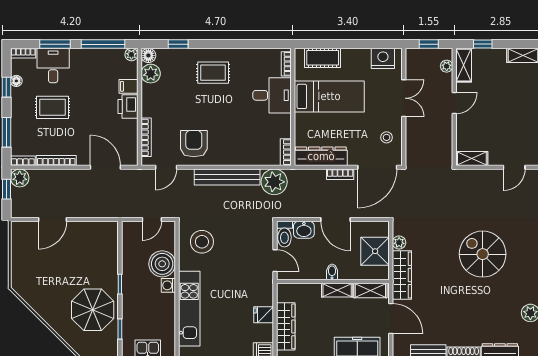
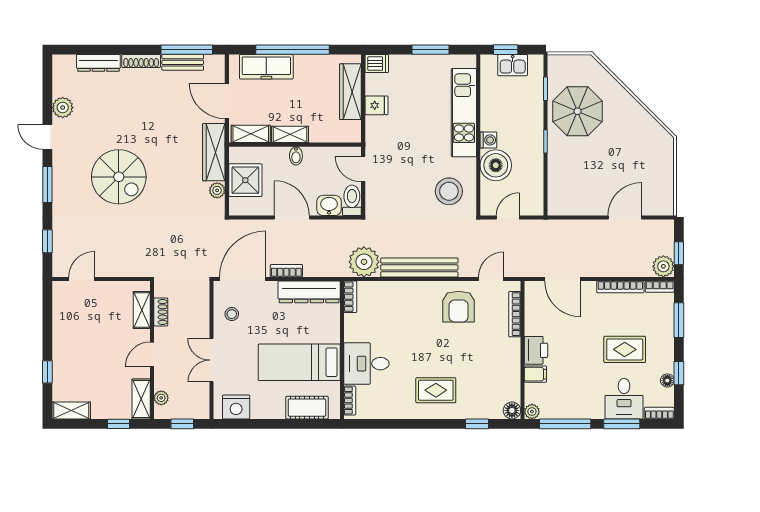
plant: (151, 74) -> (509, 389), removed
shoe rack: (447, 139) -> (161, 312), added
shelving: (472, 158) -> (142, 310), moved, turned 90

